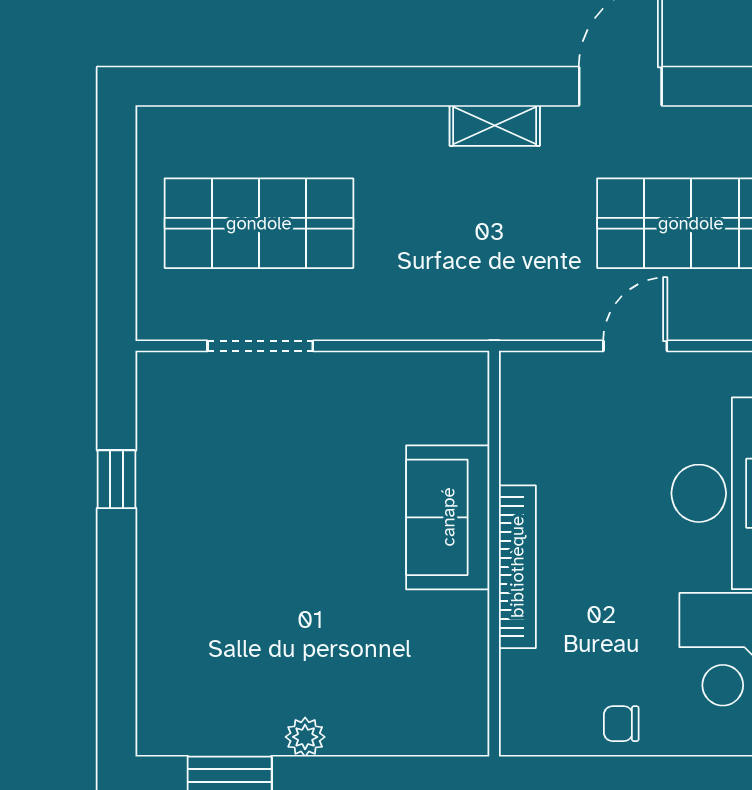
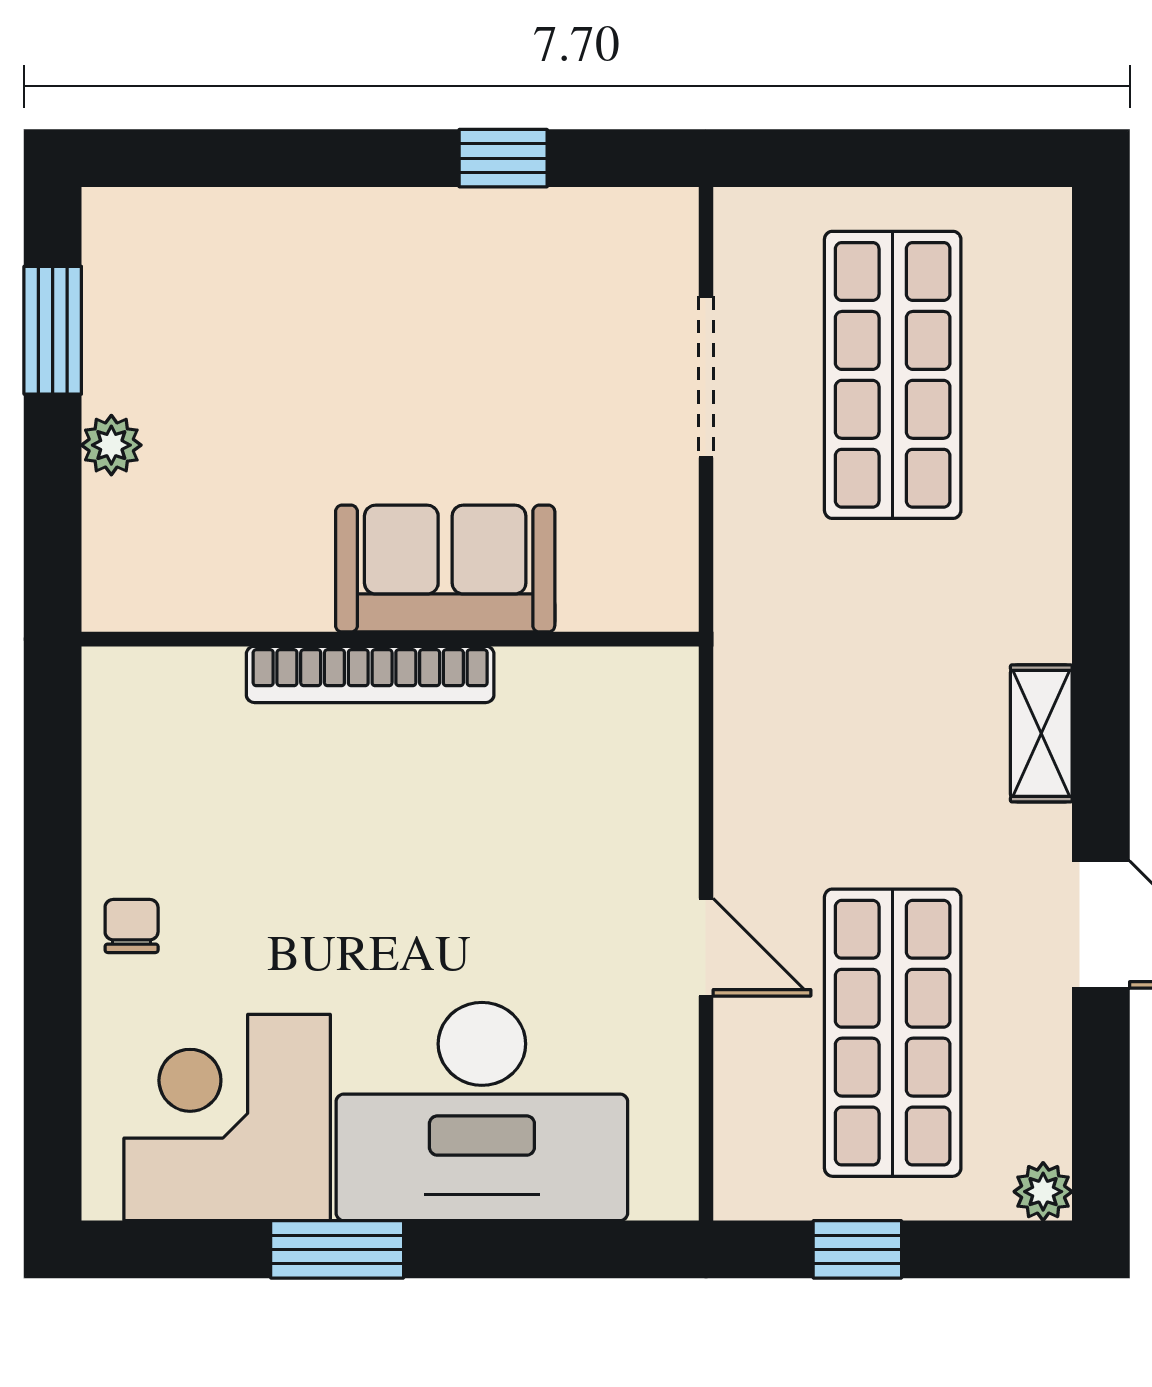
sofa: (448, 517) -> (445, 569), moved
wall: (494, 554) -> (390, 639), moved
bookcase: (517, 567) -> (370, 674), moved

